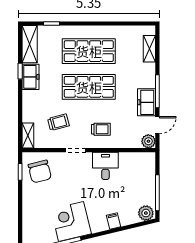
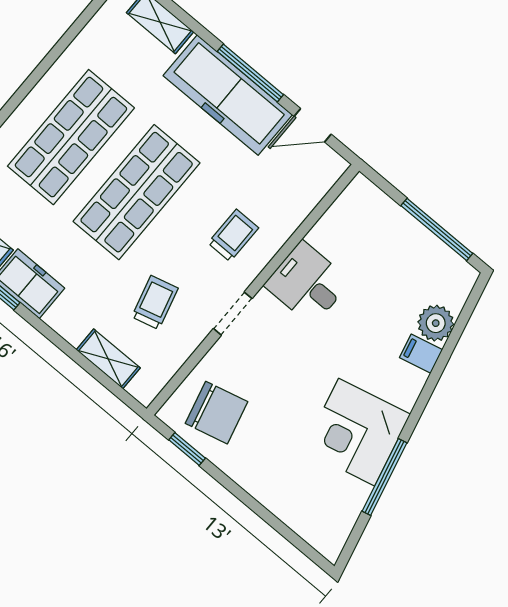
freezer: (147, 102) -> (228, 95), width x1.91, depth x1.26
door: (157, 125) -> (313, 125), swing flipped
shelving: (28, 135) -> (108, 359), moved
plant: (148, 141) -> (328, 166), removed
plant: (146, 213) -> (436, 323), moved

